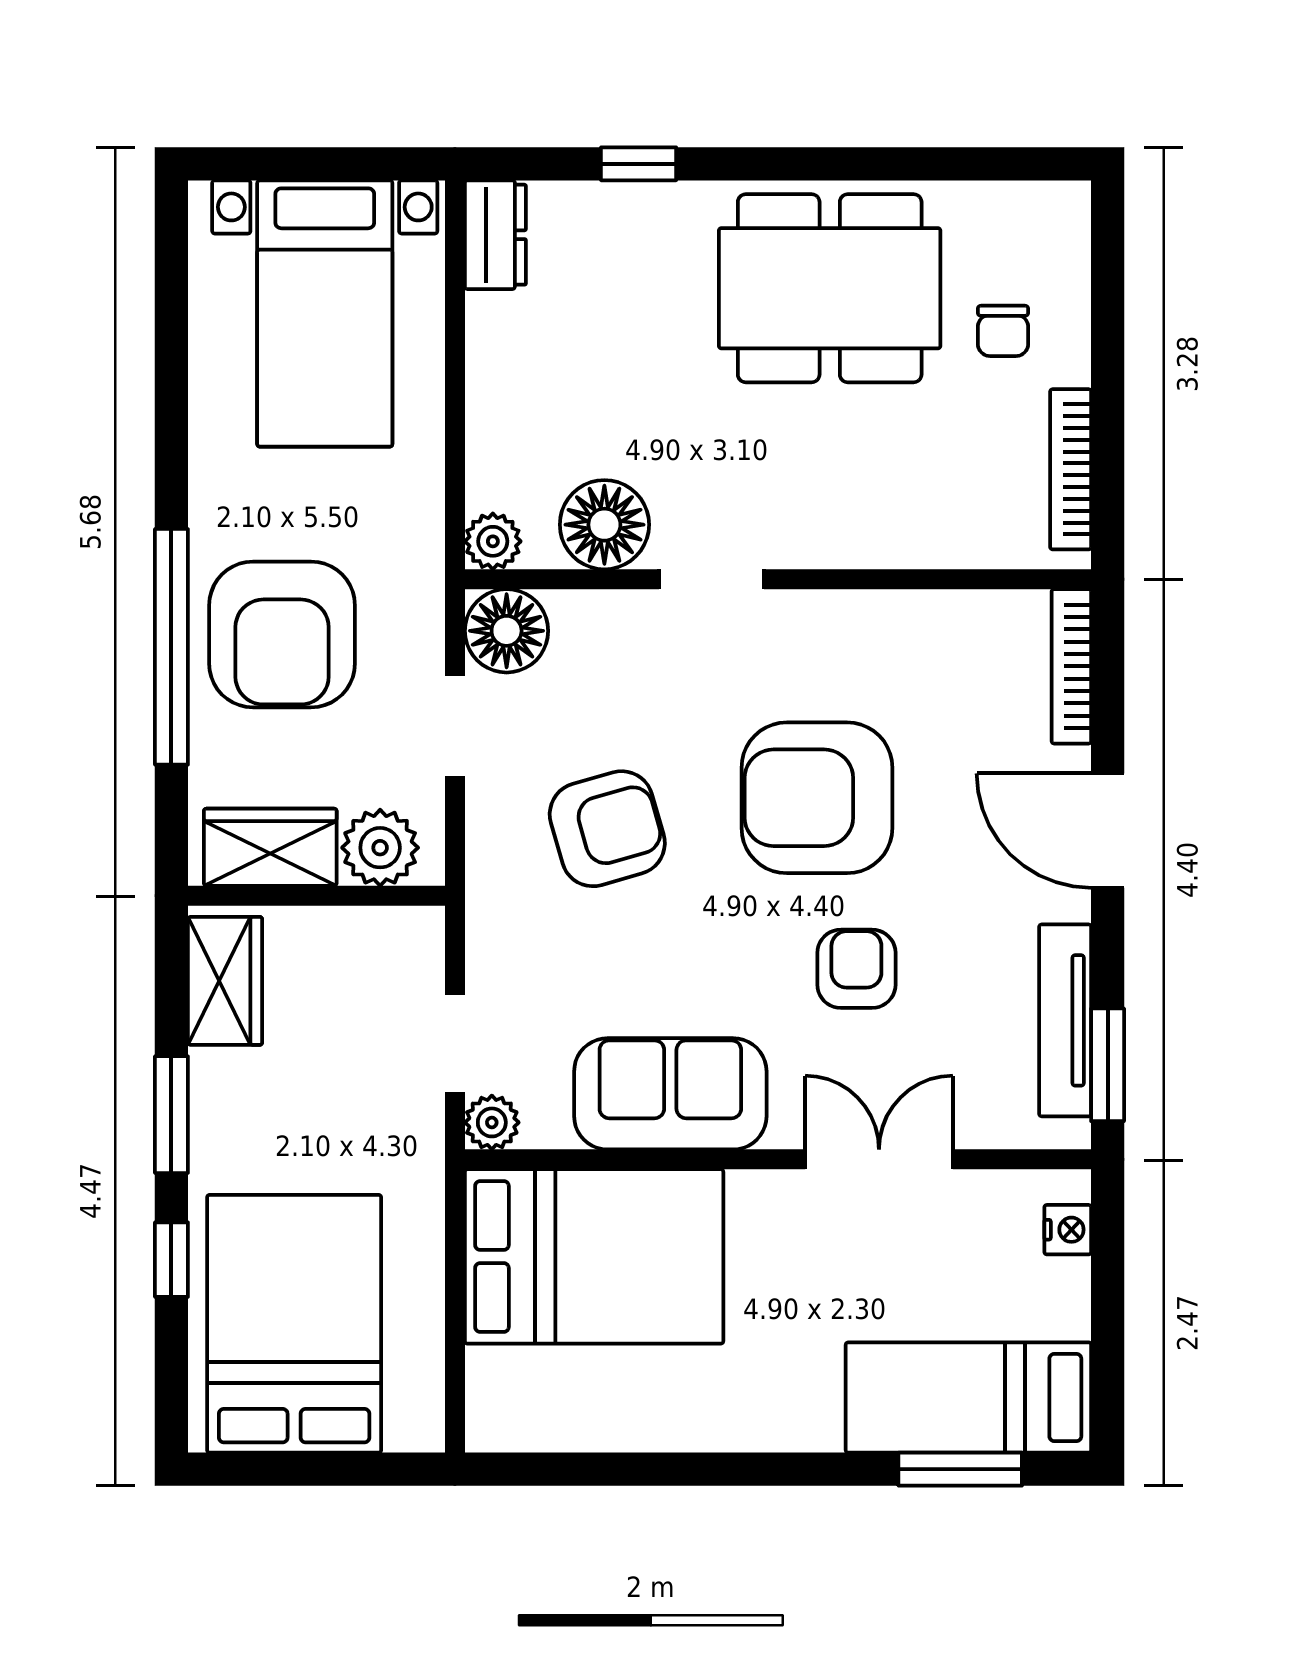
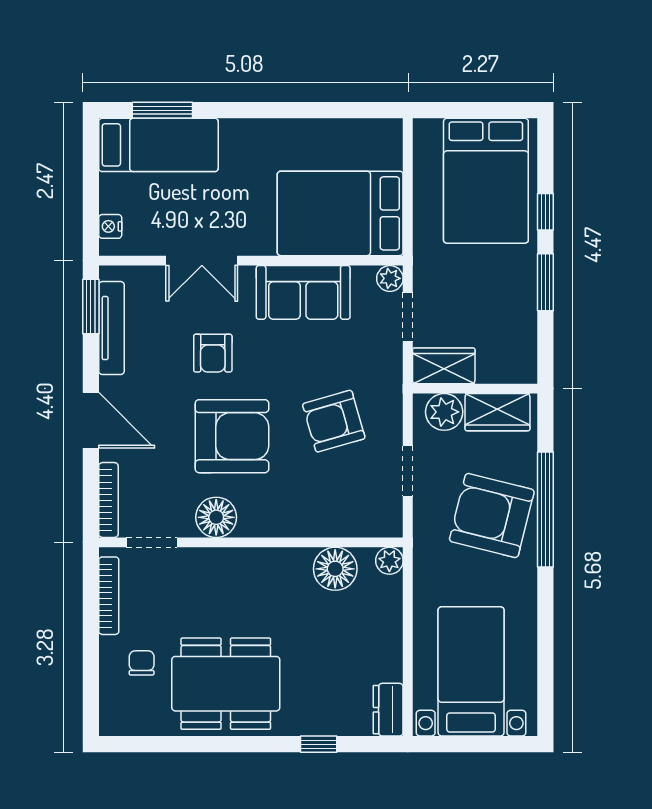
doorway: (712, 579) -> (152, 542), moved
floor lamp: (507, 631) -> (216, 517), moved
armchair: (282, 634) -> (492, 516), turned -76
wardrobe: (225, 981) -> (444, 366), moved, turned 90

